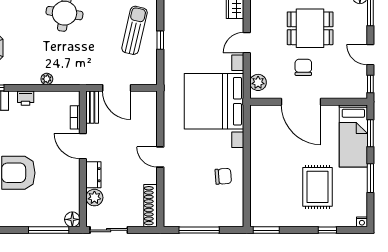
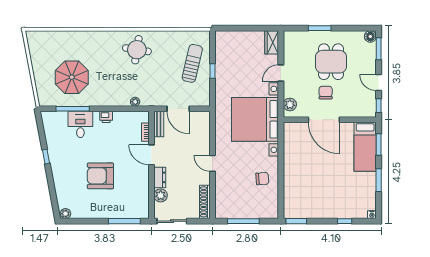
dining table: (310, 28) -> (331, 62), turned 90
plant: (47, 79) -> (135, 102), moved
rug: (317, 187) -> (337, 187), removed
floor lamp: (72, 219) -> (143, 213), removed

